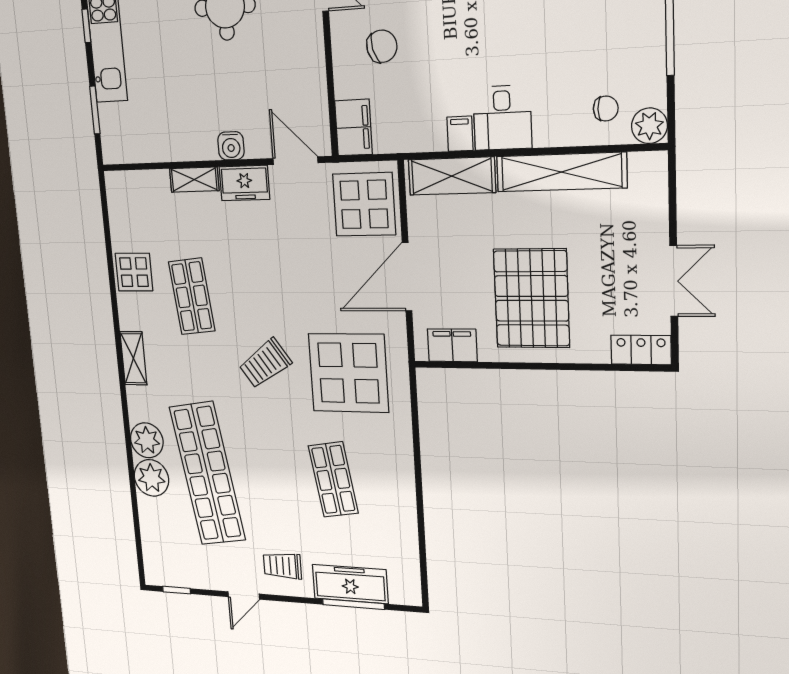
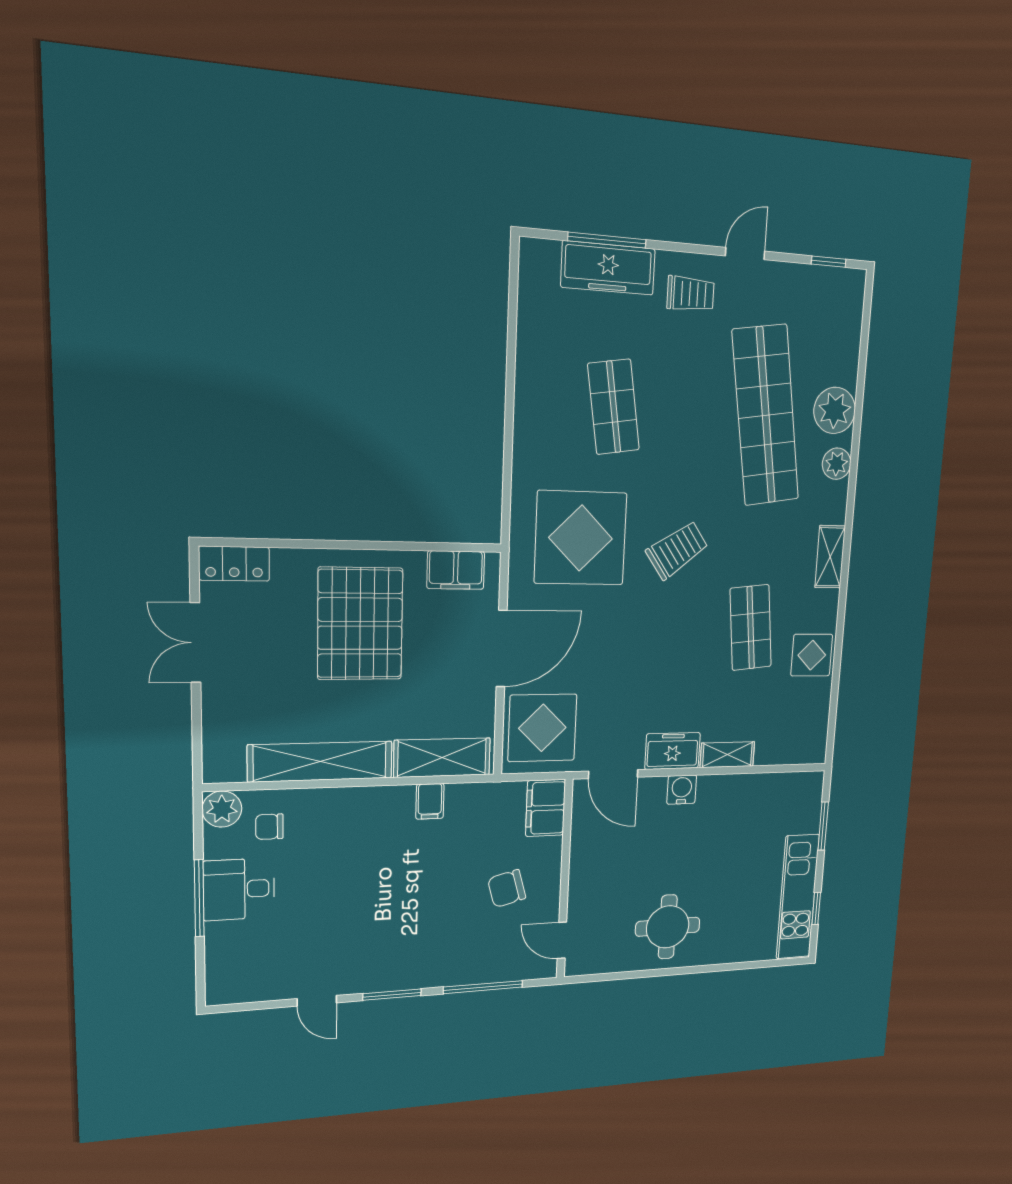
desk: (502, 118) -> (239, 889), moved, turned -90
plant: (147, 440) -> (837, 464), width x0.73, depth x0.73

